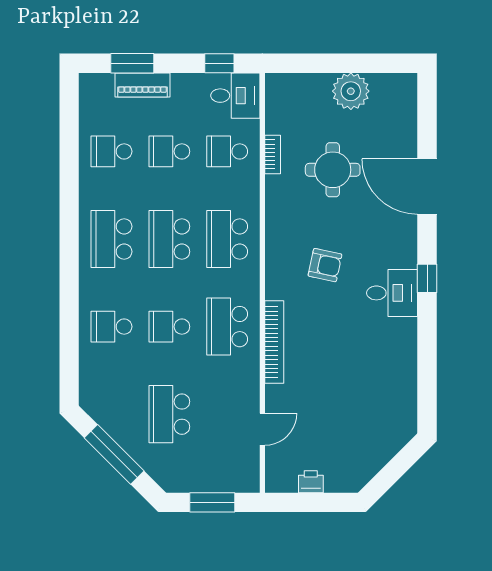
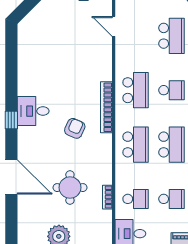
armchair: (325, 265) -> (75, 128), turned 102
bookcase: (274, 342) -> (106, 107), moved
door: (262, 429) -> (114, 26), hinge flipped

